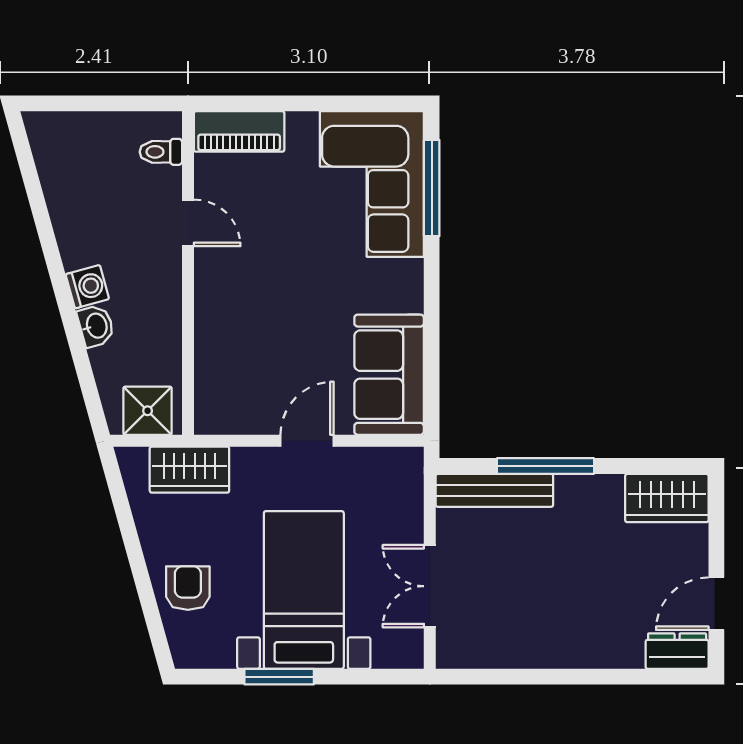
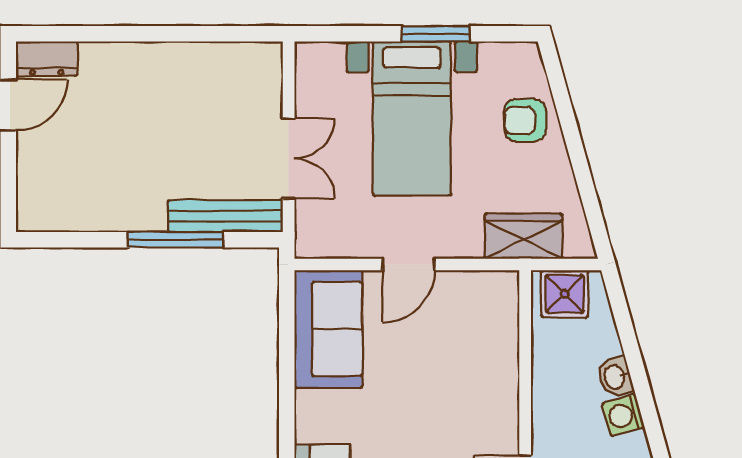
wardrobe: (667, 498) -> (57, 208), removed
double door: (430, 586) -> (289, 158), moved
armchair: (188, 588) -> (525, 120), turned 90

